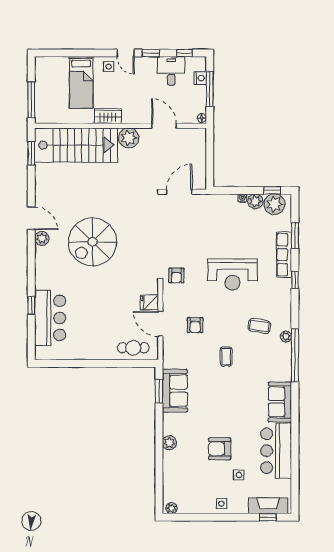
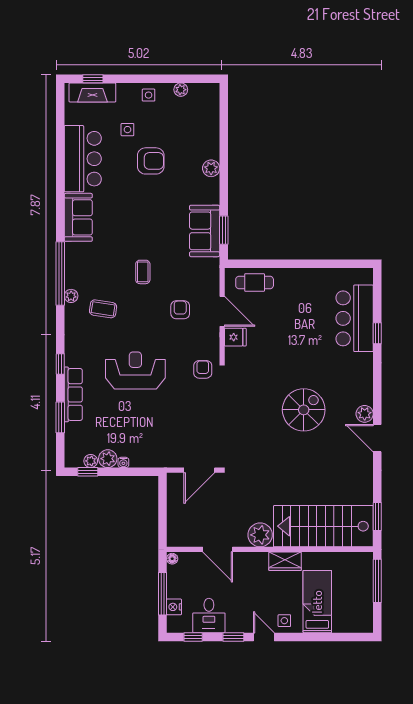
plant: (274, 204) -> (91, 461), width x0.53, depth x0.53
spiral stairs: (92, 242) -> (304, 410), width x0.73, depth x0.73
plant: (172, 508) -> (181, 90), moved

